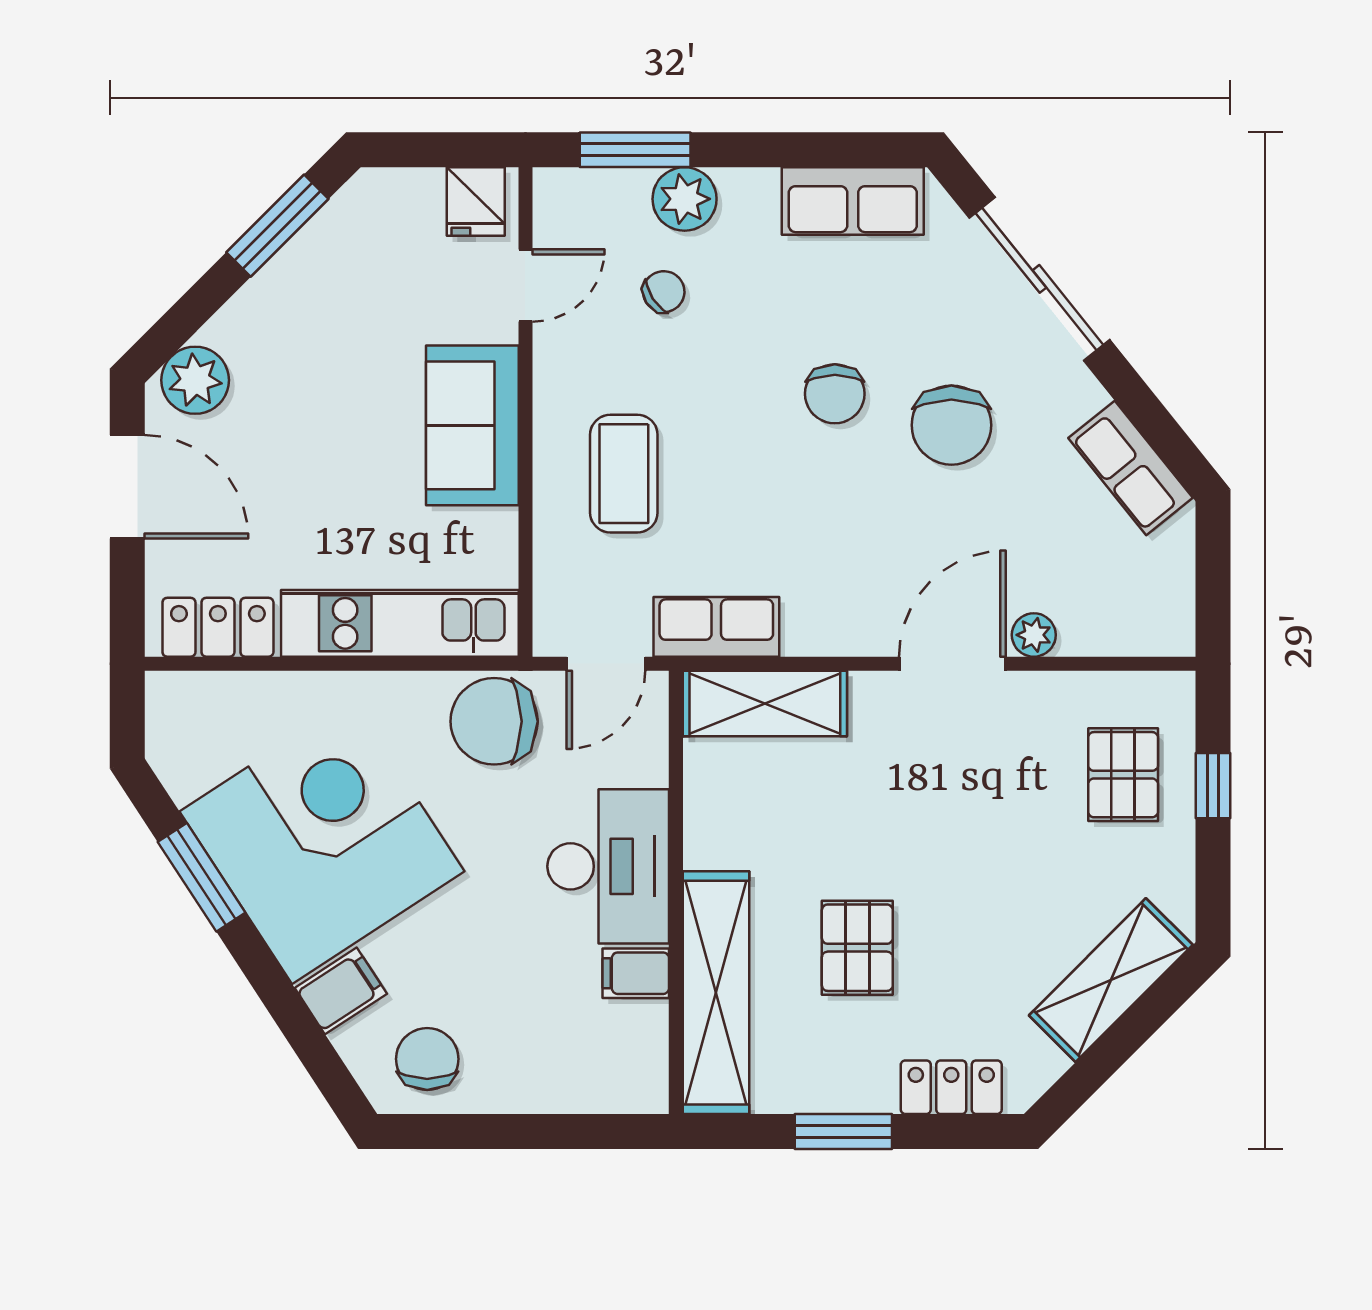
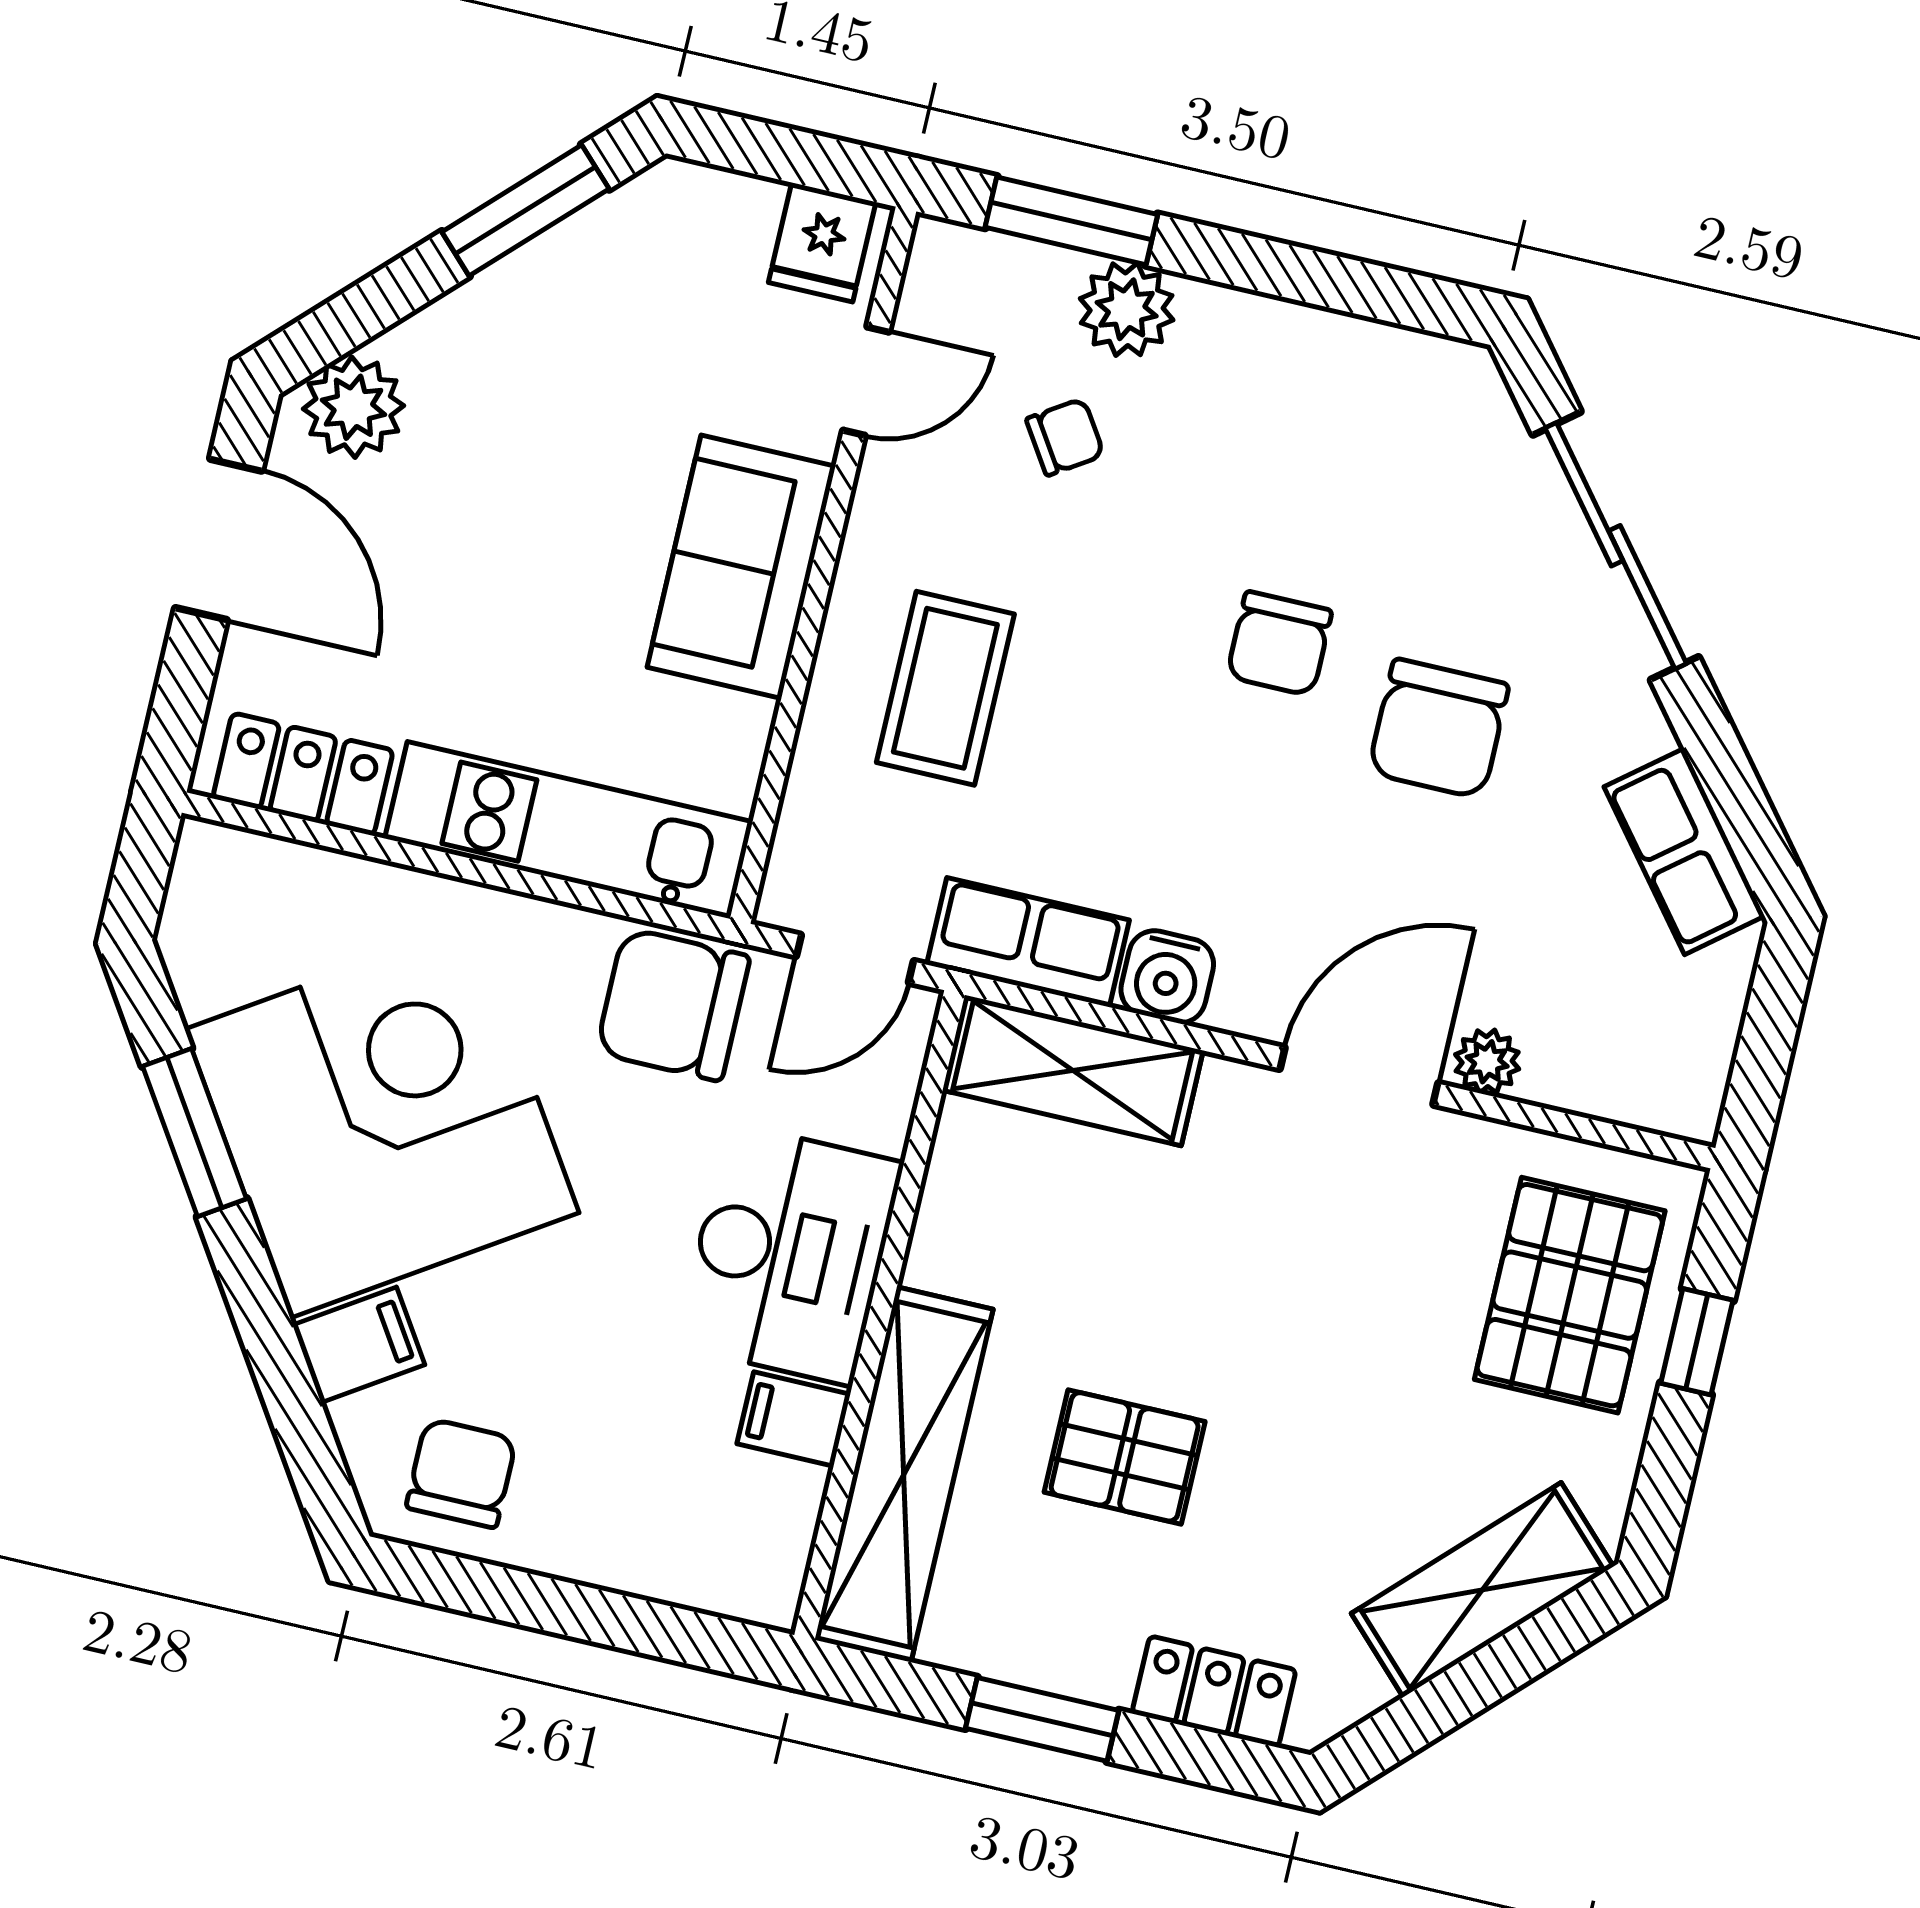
row of seats: (853, 201) -> (1371, 369), removed
water cooler: (812, 628) -> (1167, 977), added
pallet: (1123, 775) -> (1570, 1295), width x1.50, depth x1.42
pallet: (857, 948) -> (1125, 1457), turned 90

